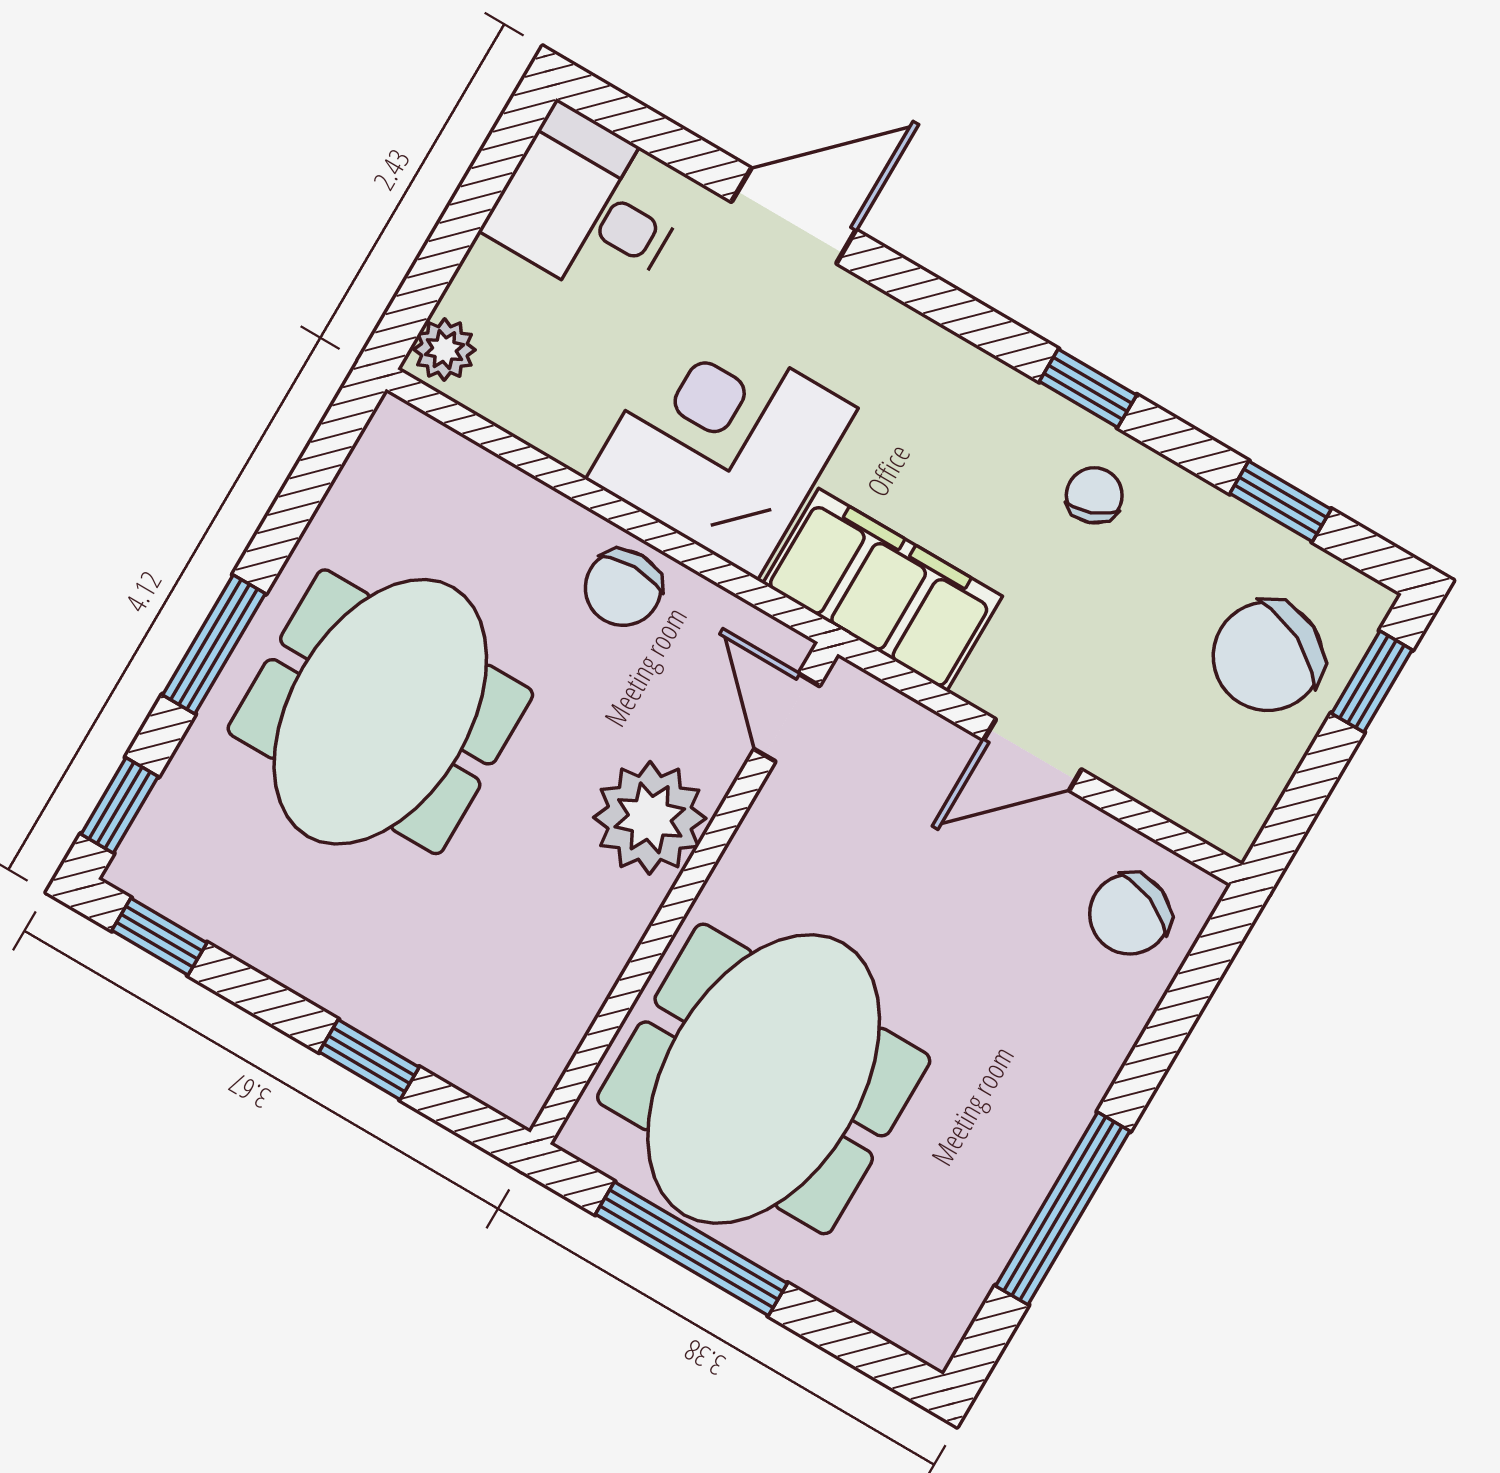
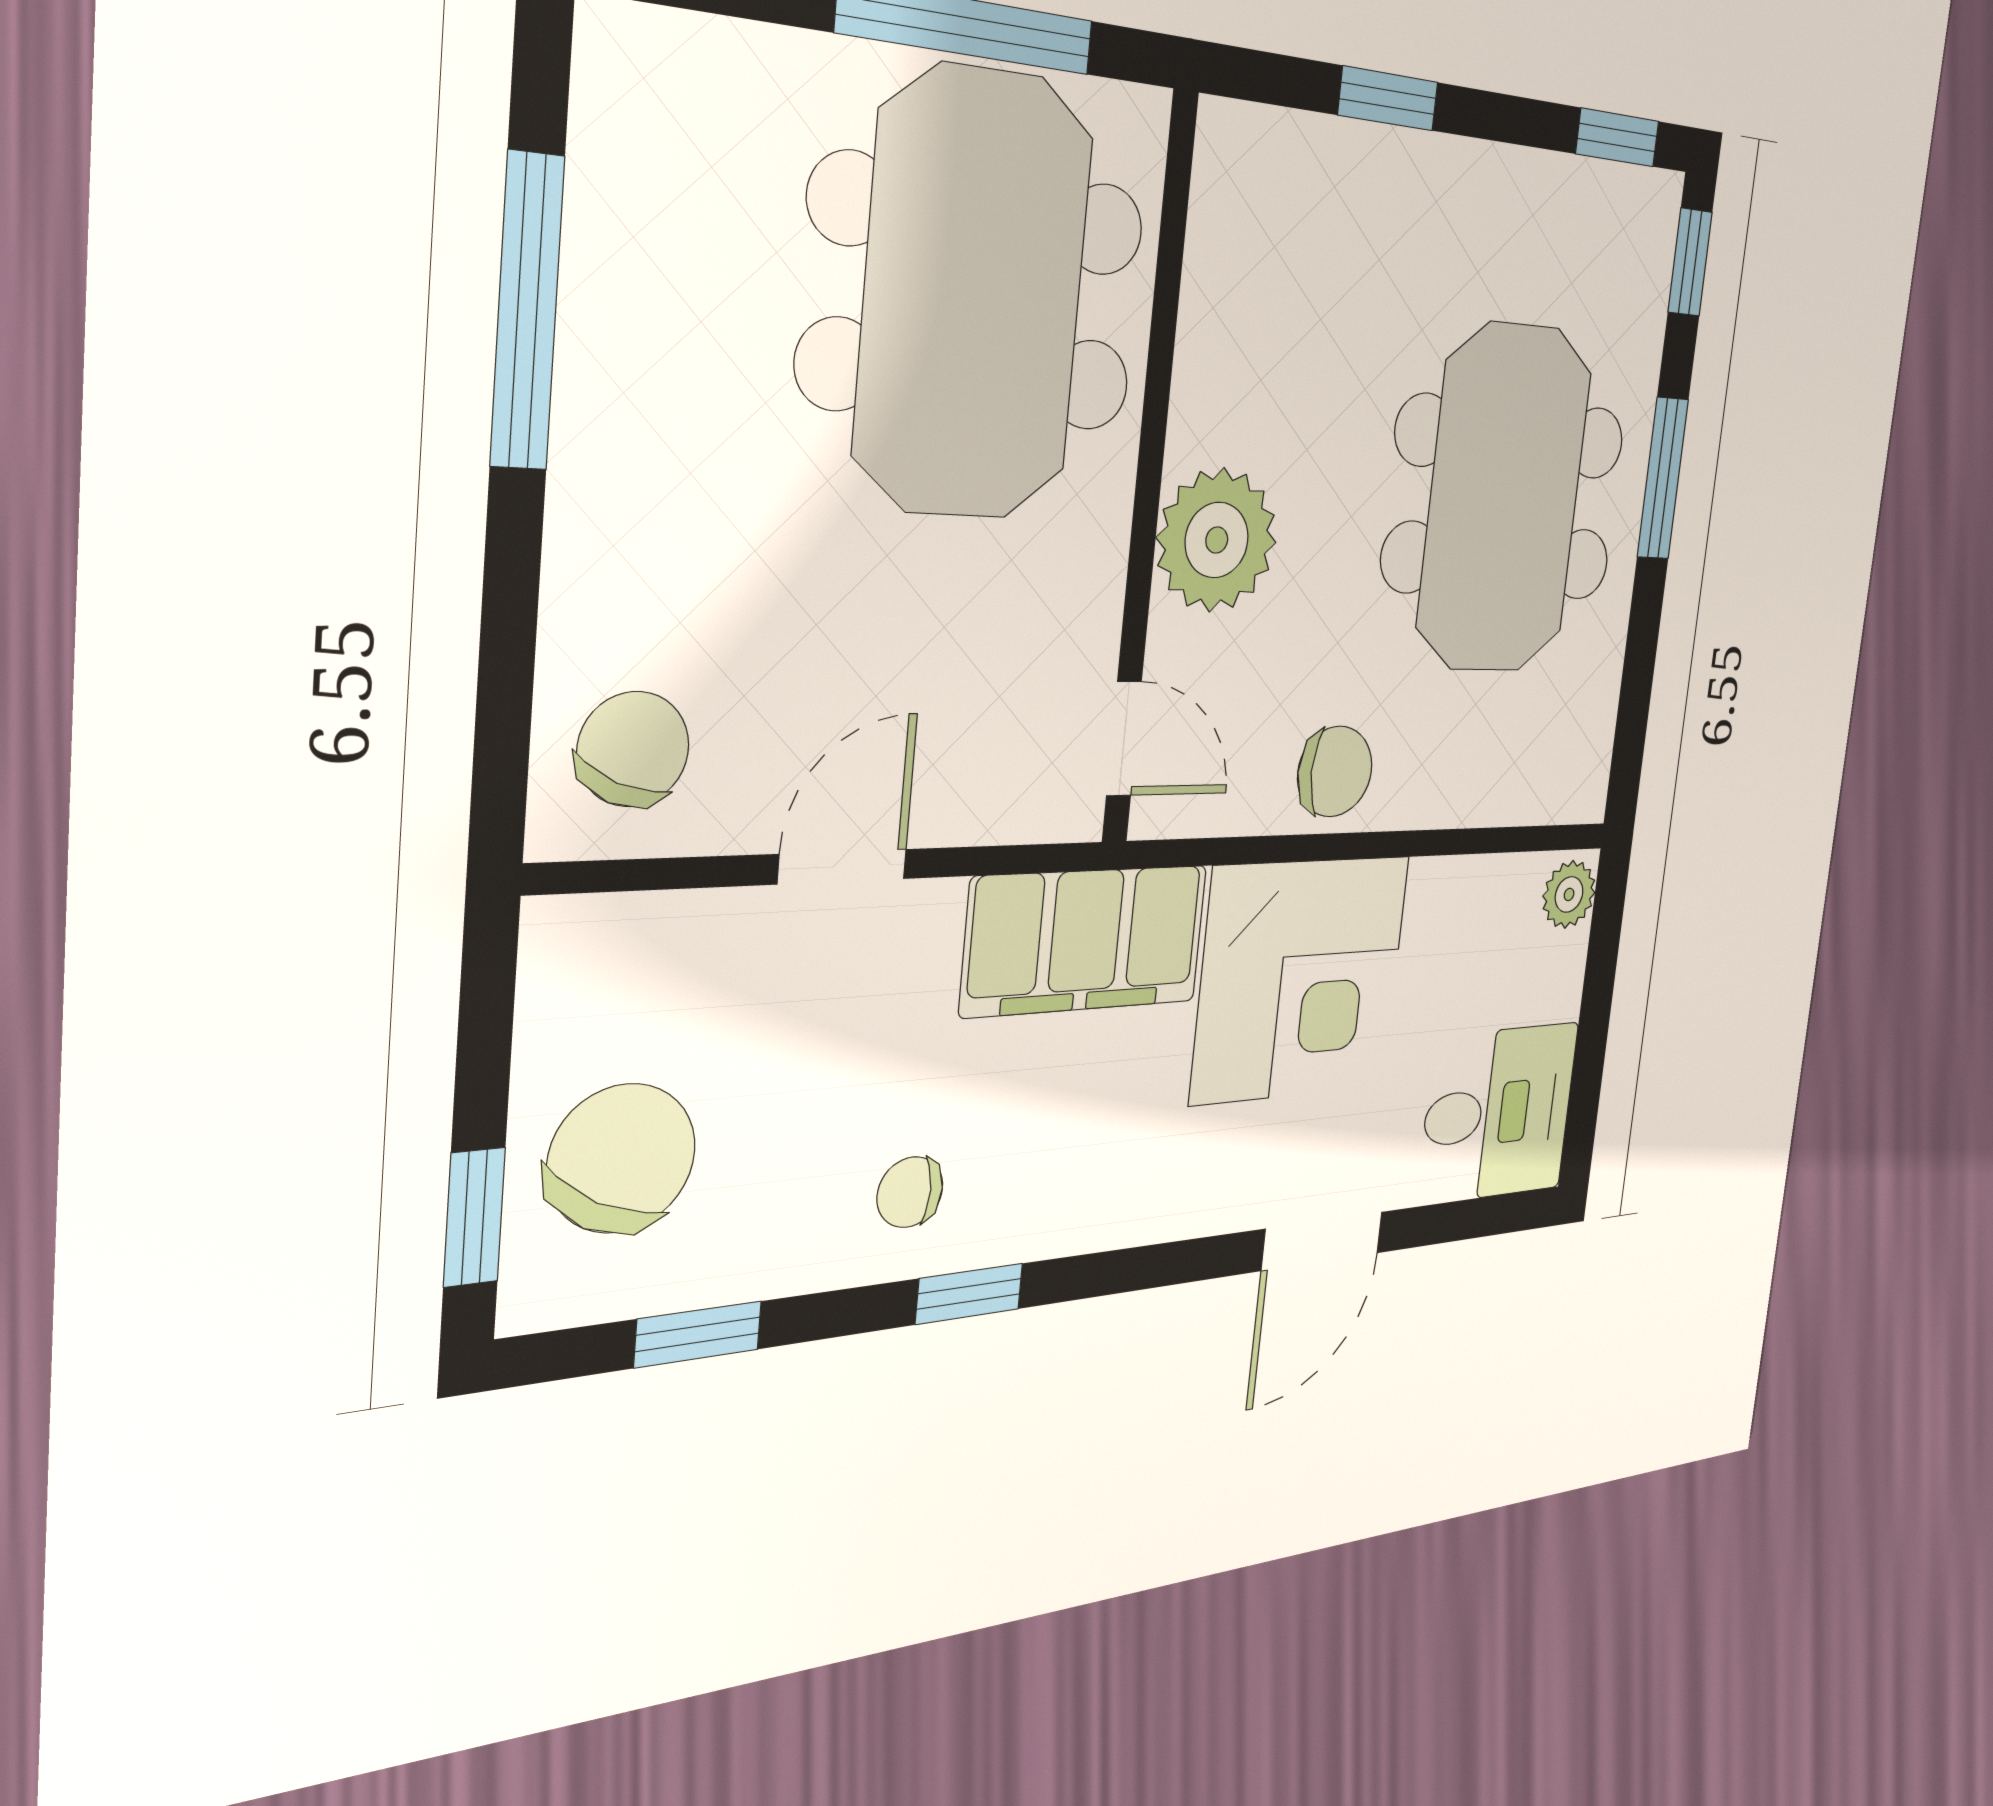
chair: (1094, 495) -> (910, 1192), turned 111
chair: (623, 588) -> (1335, 772), turned 90

